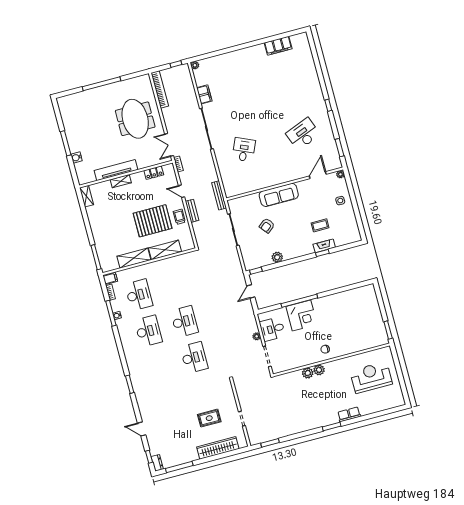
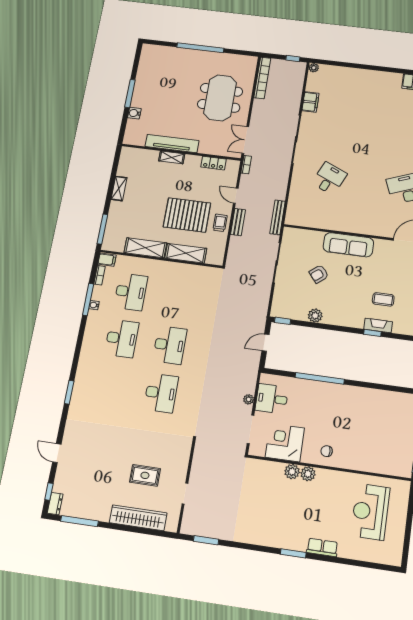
shelving: (86, 196) -> (119, 189), moved
corner desk: (302, 316) -> (285, 443), moved, turned 180
reception desk: (371, 377) -> (370, 512), turned -90

